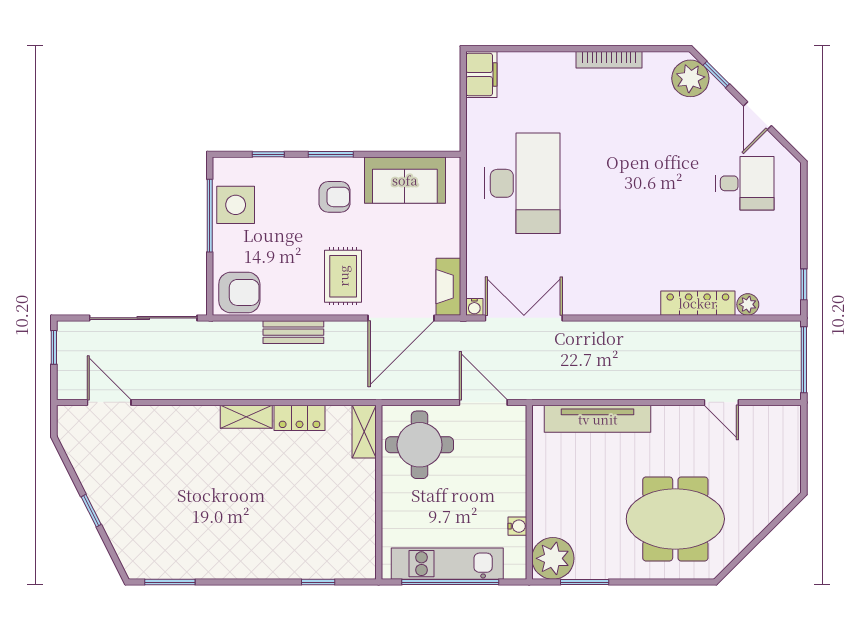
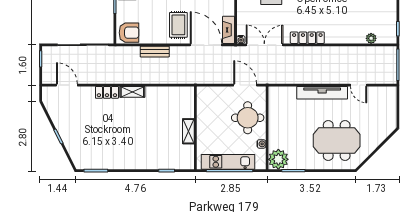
locker: (698, 303) -> (307, 38), moved
door: (401, 318) -> (206, 45), swing flipped
locker: (300, 418) -> (107, 92), moved
tv unit: (598, 419) -> (322, 93), moved
shelving: (364, 432) -> (188, 131), moved
round table: (420, 445) -> (248, 118), moved

